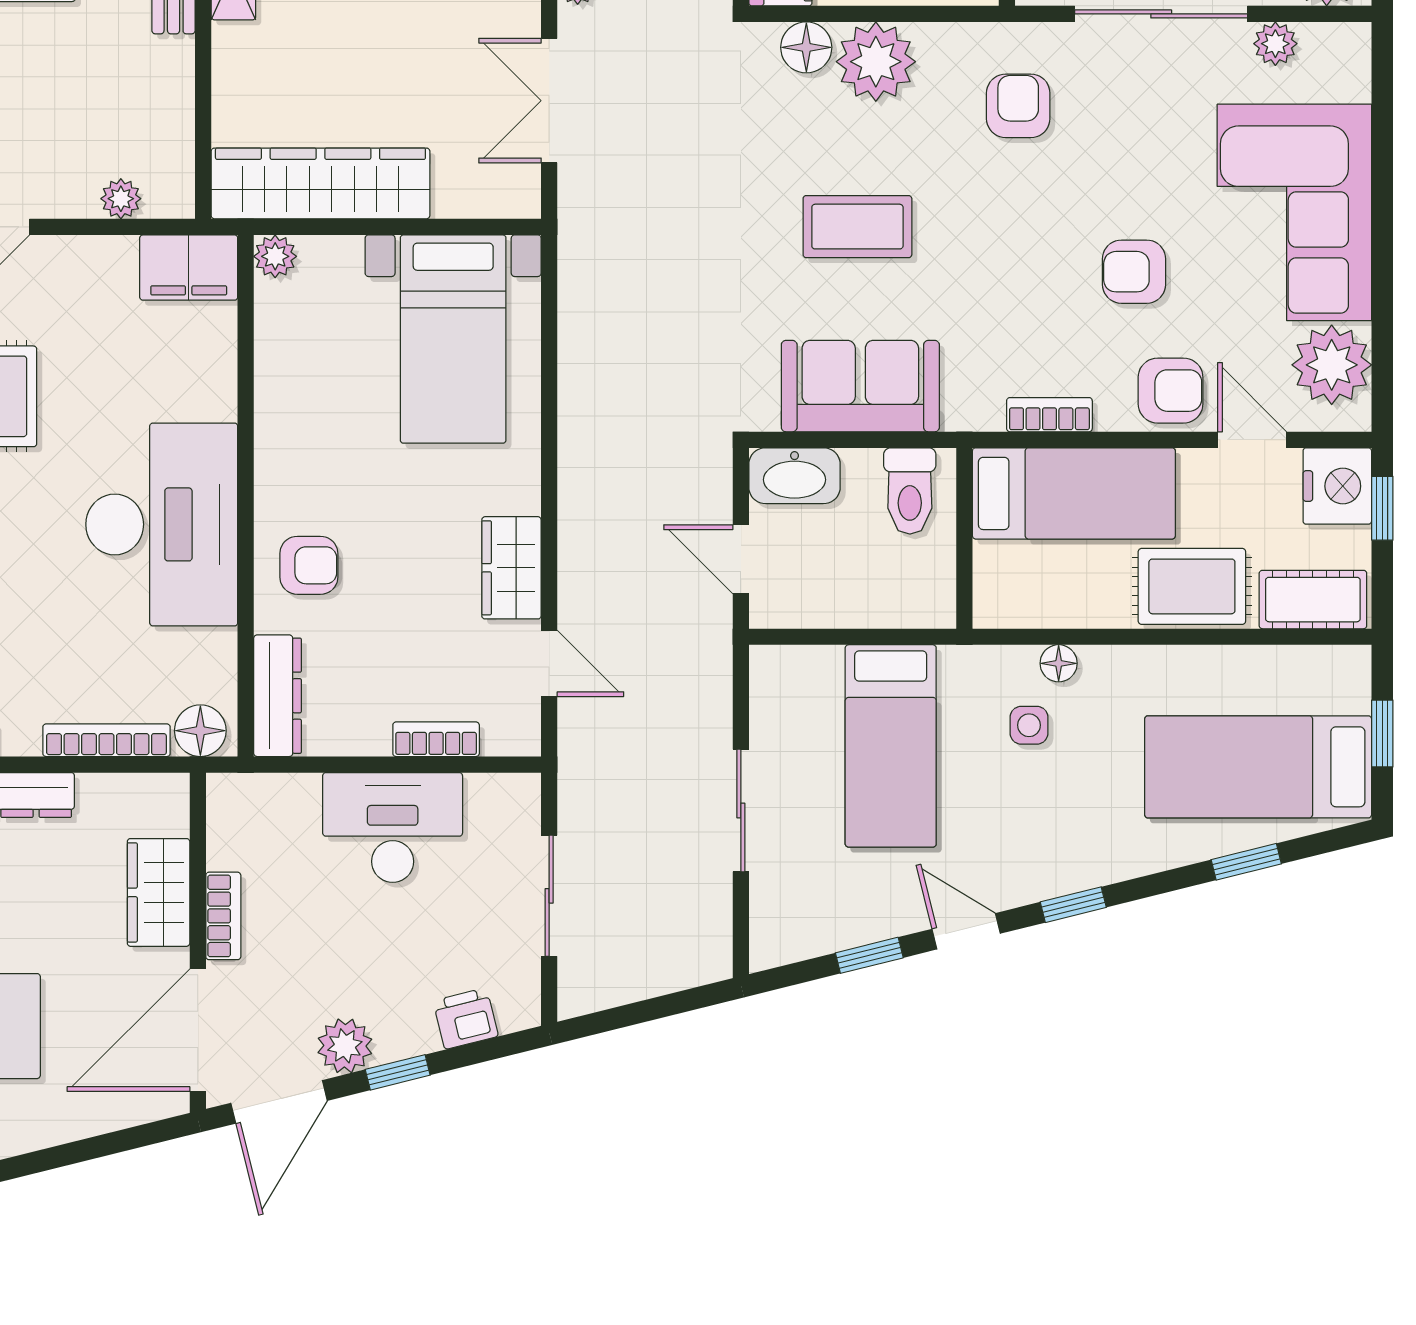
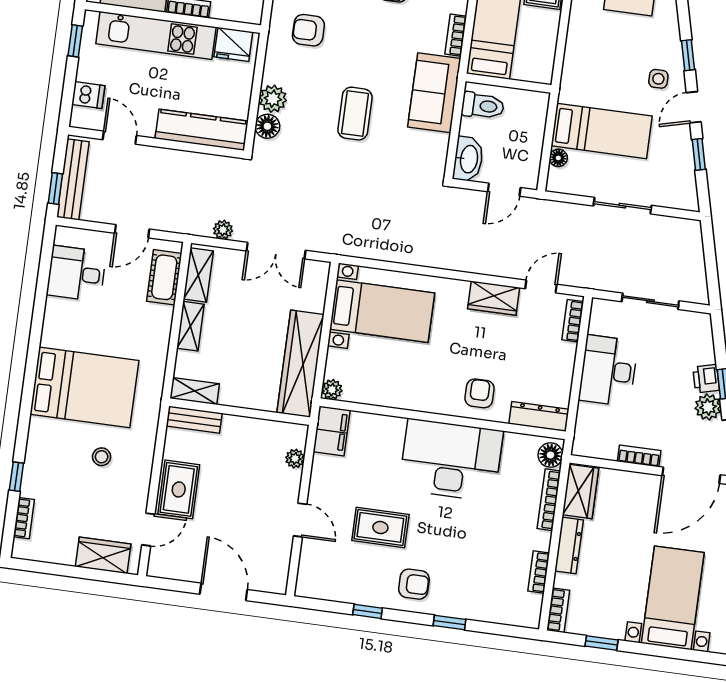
plant: (876, 62) -> (273, 99), width x0.73, depth x0.73
sofa: (860, 386) -> (434, 93), moved
floor lamp: (1059, 663) -> (558, 158), moved
side table: (1029, 725) -> (658, 79), moved
bookcase: (436, 739) -> (573, 321), moved
wardrobe: (159, 892) -> (581, 492), moved, turned -90
printer: (466, 1018) -> (706, 379), moved
door: (198, 1030) -> (691, 475), hinge flipped

